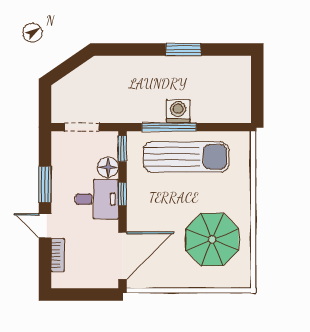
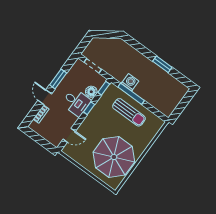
washing machine: (178, 111) -> (130, 82), moved
sun lounger: (186, 157) -> (129, 112), width x0.73, depth x0.75
parasol: (212, 239) -> (114, 157), width x1.36, depth x1.36
door: (122, 256) -> (69, 135), width x0.53

